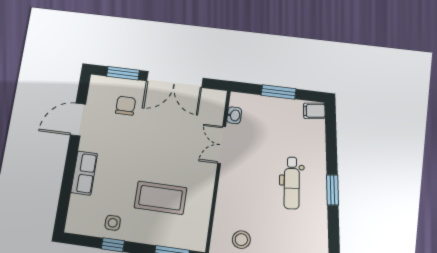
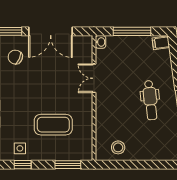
window: (278, 92) -> (132, 31), width x1.44
chair: (126, 106) -> (15, 57), turned -65
washbasin: (234, 115) -> (100, 42), moved

